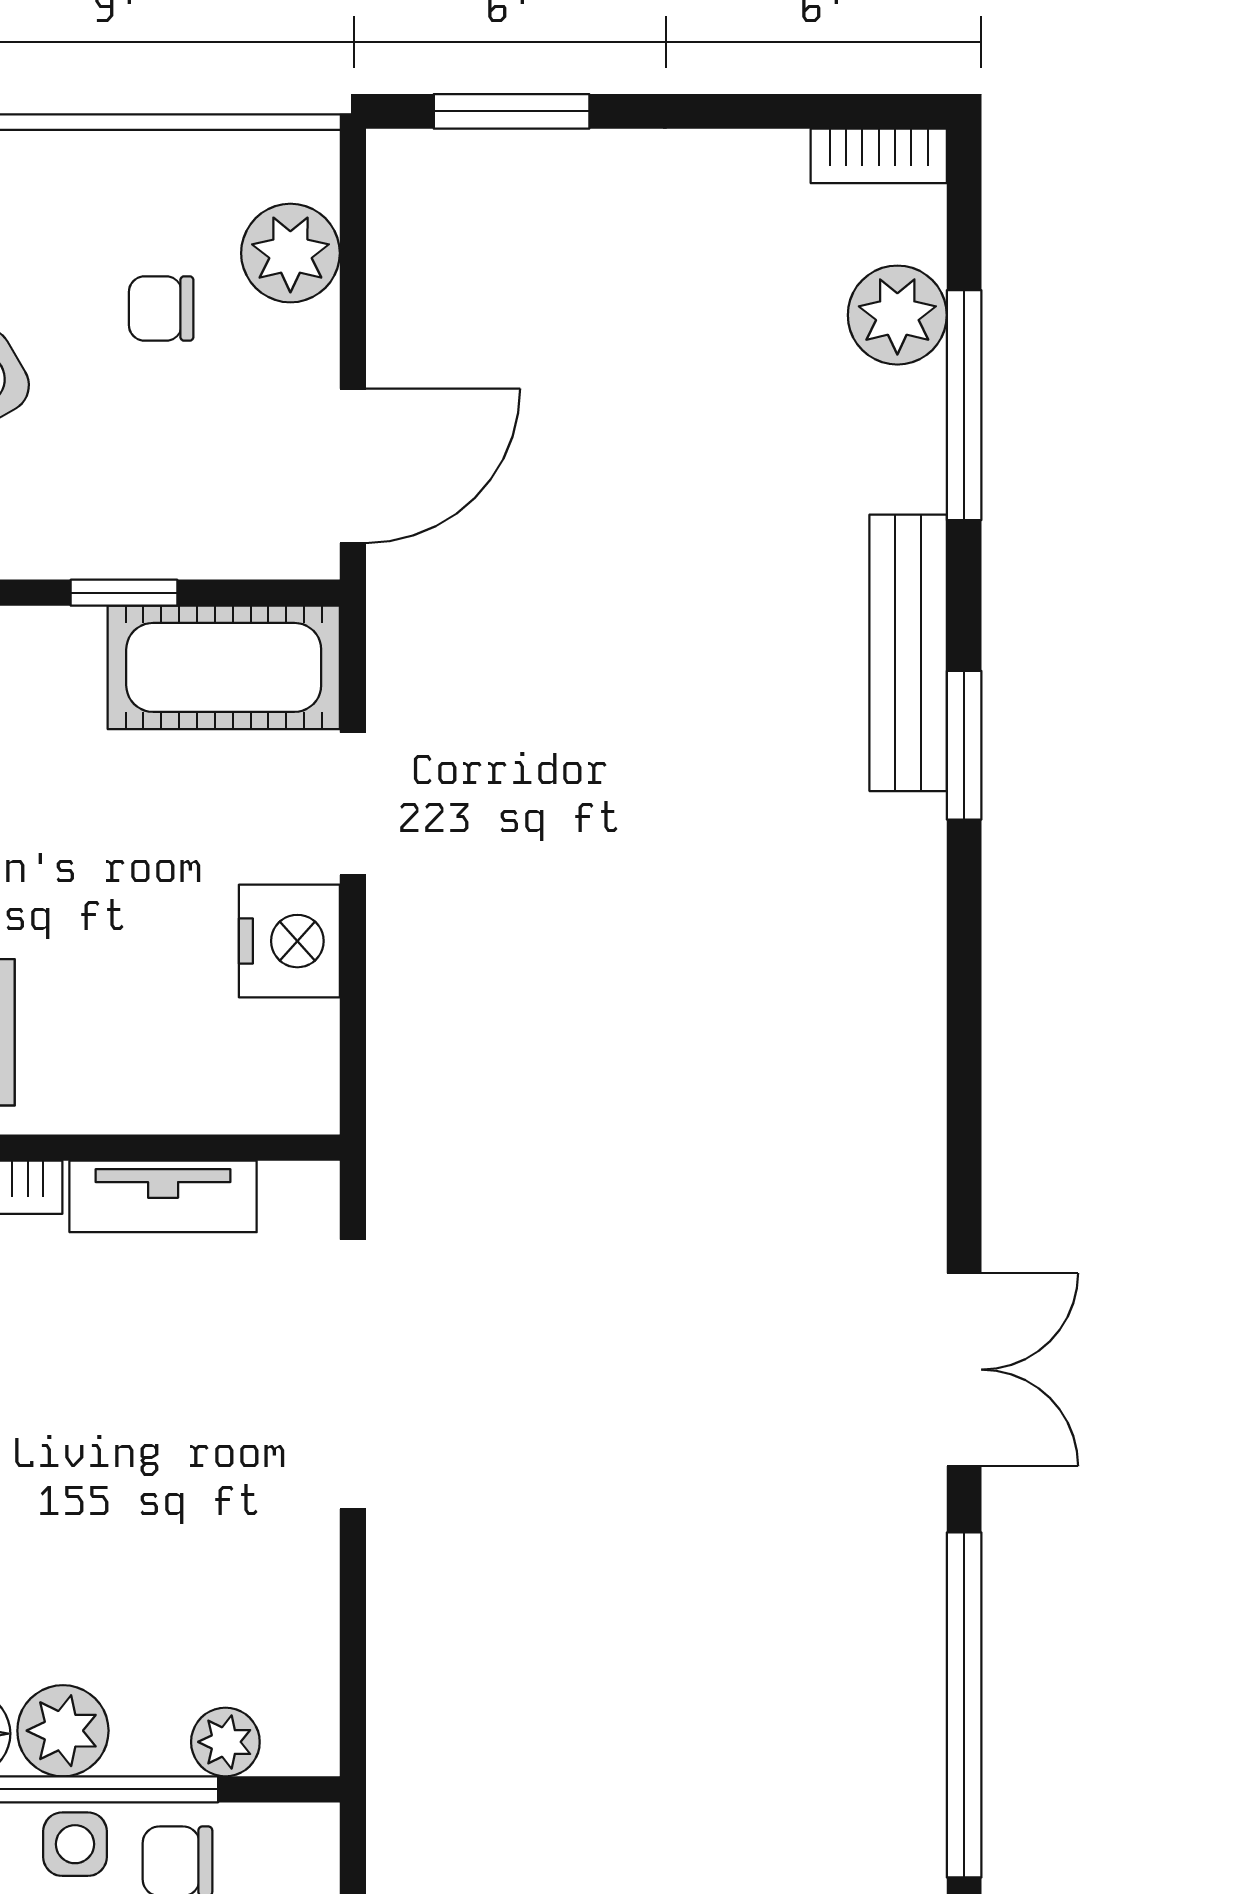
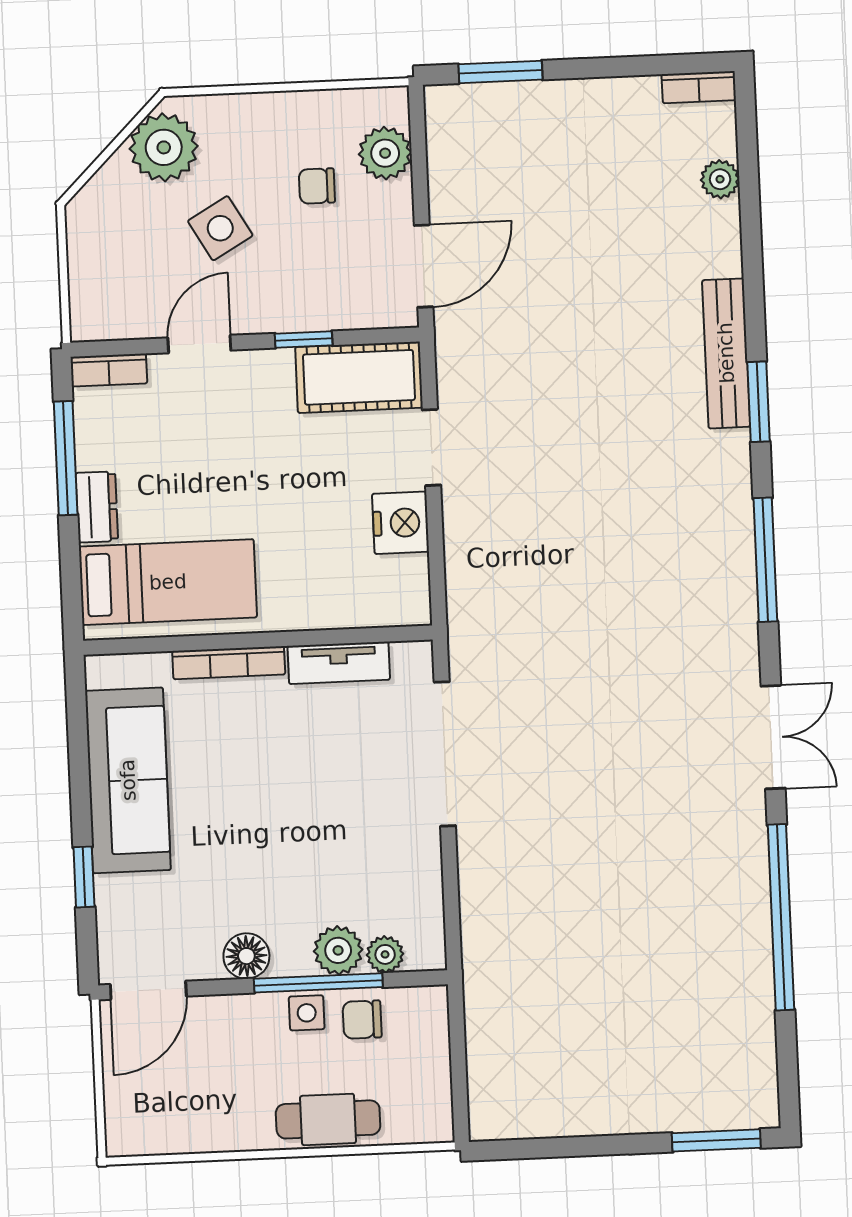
plant: (897, 315) -> (720, 179), width x0.73, depth x0.73
window: (964, 405) -> (765, 560), moved
plant: (63, 1731) -> (338, 950), moved

